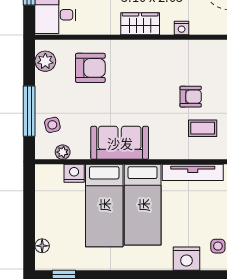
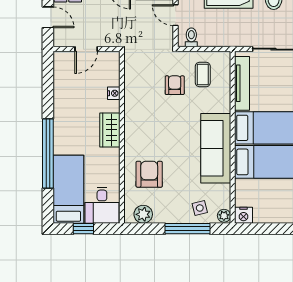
sofa: (120, 143) -> (216, 148), width x1.36
plant: (63, 152) -> (224, 216), moved
nightstand: (74, 173) -> (243, 215), moved, turned -90

